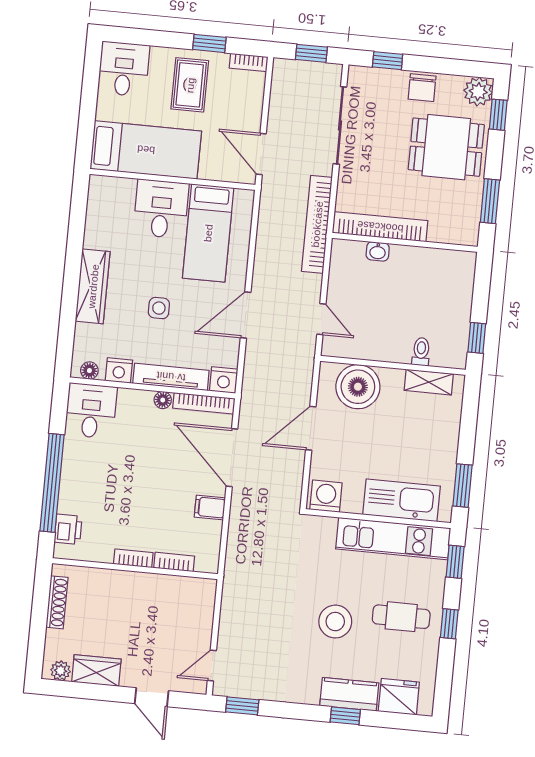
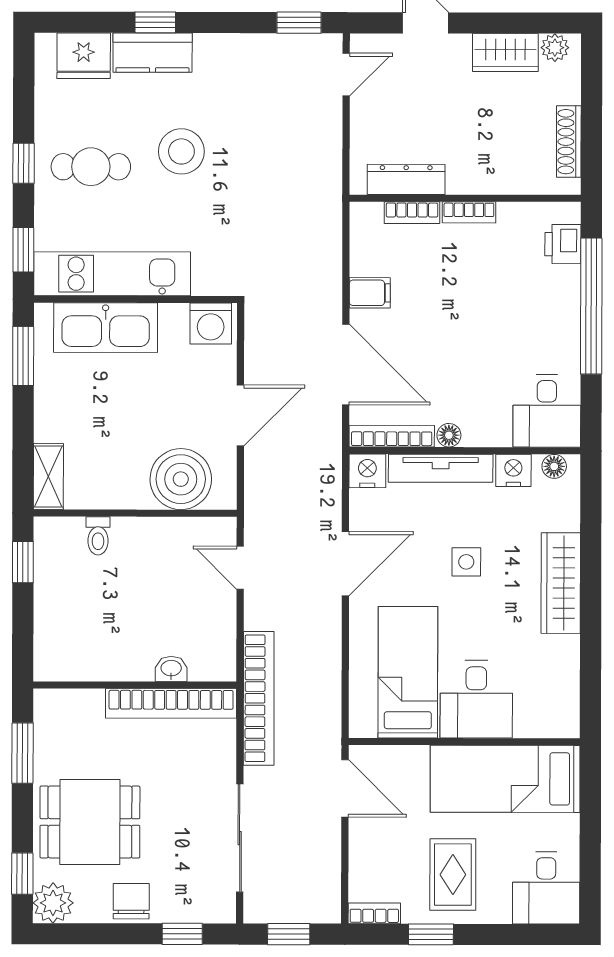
shelving: (429, 382) -> (48, 477), moved, turned 90
dresser: (176, 586) -> (406, 179), added

